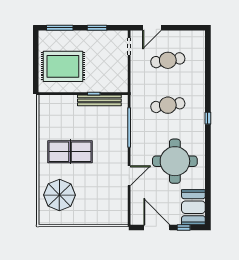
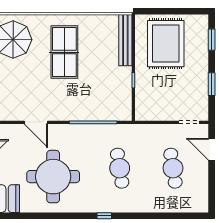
window: (60, 28) -> (212, 40), width x0.69
bench: (99, 100) -> (125, 40), moved

